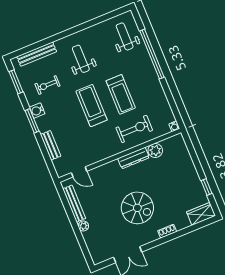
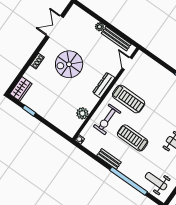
weight bench: (125, 36) -> (156, 181), turned 180
treadmill: (92, 106) -> (129, 99), moved
bench: (51, 145) -> (109, 159), moved
dresser: (133, 158) -> (104, 85), moved
door: (79, 172) -> (127, 63), hinge flipped

